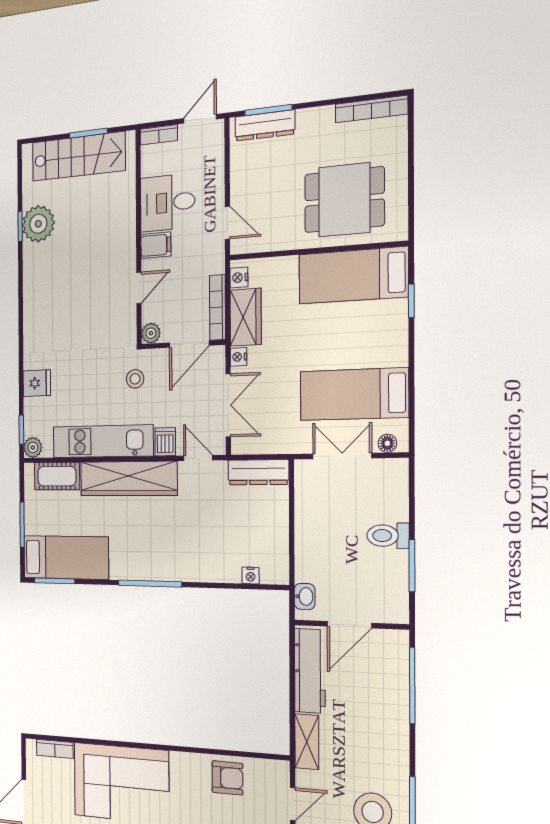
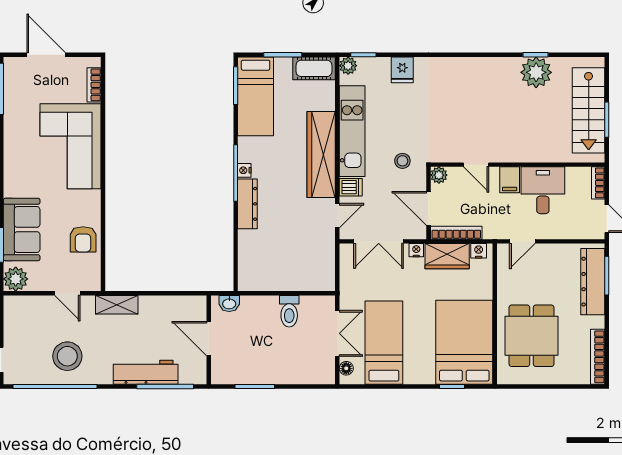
dresser: (265, 125) -> (593, 282), width x1.37, depth x1.24
bed: (353, 275) -> (464, 342), width x1.50
dresser: (258, 472) -> (247, 204), moved, turned 180
cot: (57, 476) -> (314, 68), moved, turned 90
toilet: (388, 536) -> (289, 311), moved, turned 180
nightstand: (251, 575) -> (244, 170), moved
workbench: (310, 671) -> (146, 372), moved, turned 180

